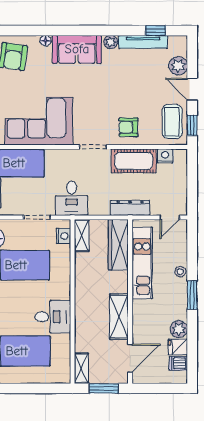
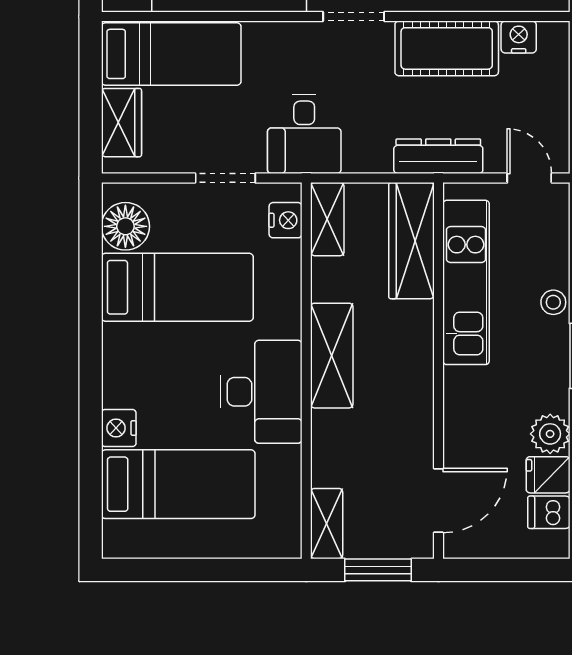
door: (170, 217) -> (529, 178), swing flipped
desk: (53, 317) -> (261, 392), width x1.37
shelving: (119, 317) -> (332, 356), moved

